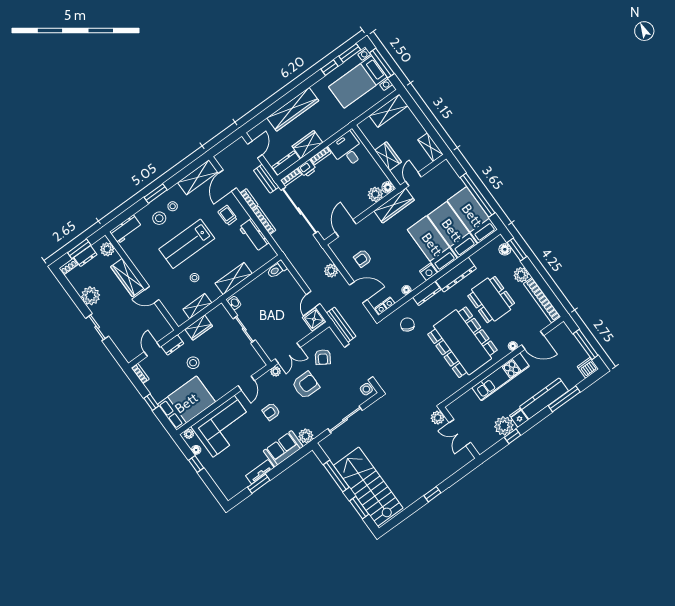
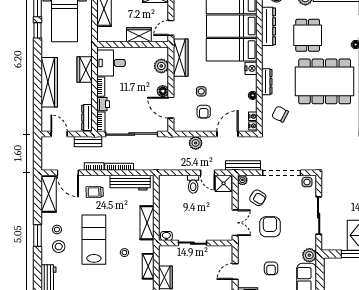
wardrobe: (307, 144) -> (85, 69), moved
door: (413, 179) -> (171, 28), hinge flipped
floor lamp: (388, 187) -> (163, 91), moved
workbench: (254, 235) -> (130, 183), width x1.38
lab bench: (187, 244) -> (94, 240), turned 180
side table: (378, 244) -> (201, 91), added
toilet: (277, 269) -> (193, 184), moved
dresser: (456, 275) -> (269, 26), moved
dining table: (491, 300) -> (308, 35), width x0.73
plant: (275, 371) -> (242, 180), moved
door: (246, 383) -> (235, 272), swing flipped

